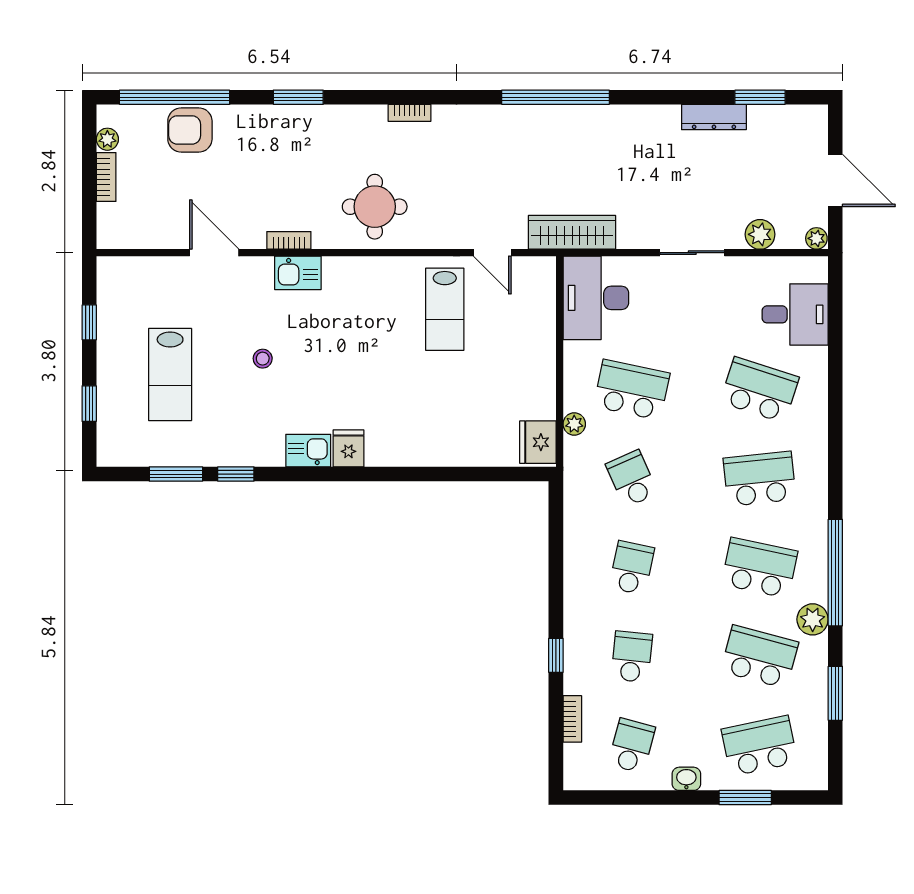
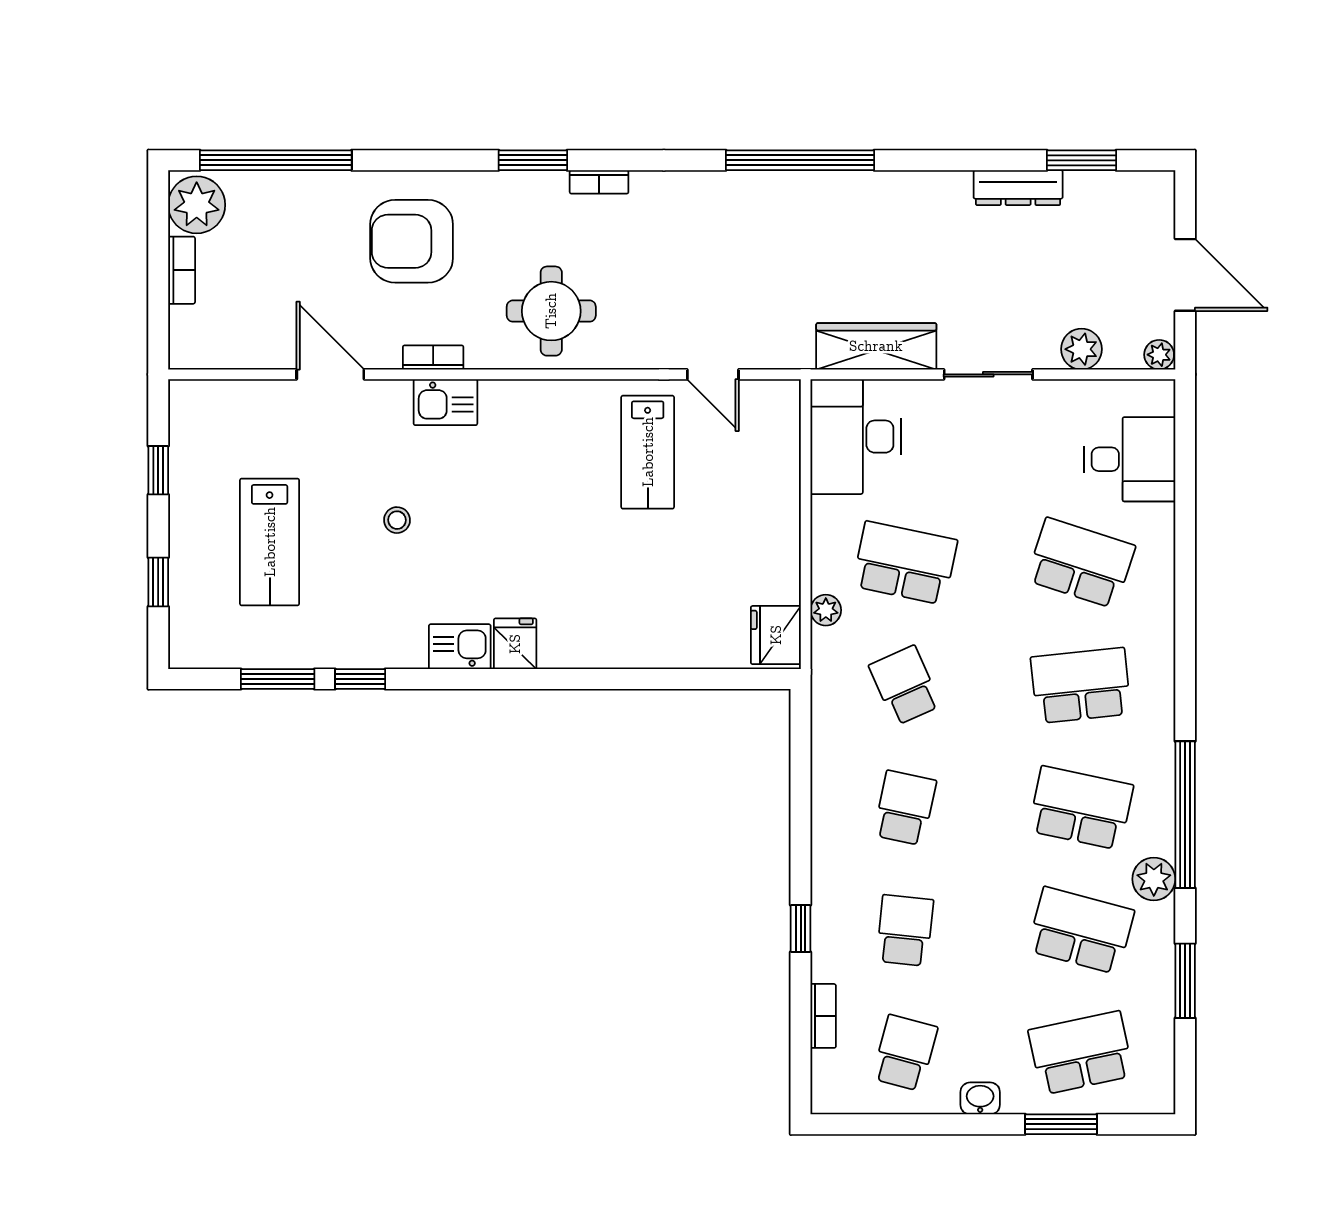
window: (298, 97) -> (533, 160), moved
armchair: (190, 130) -> (412, 241), moved, width x1.36, depth x1.36
plant: (107, 139) -> (197, 205), width x1.88, depth x1.88
wardrobe: (572, 232) -> (876, 346), moved

